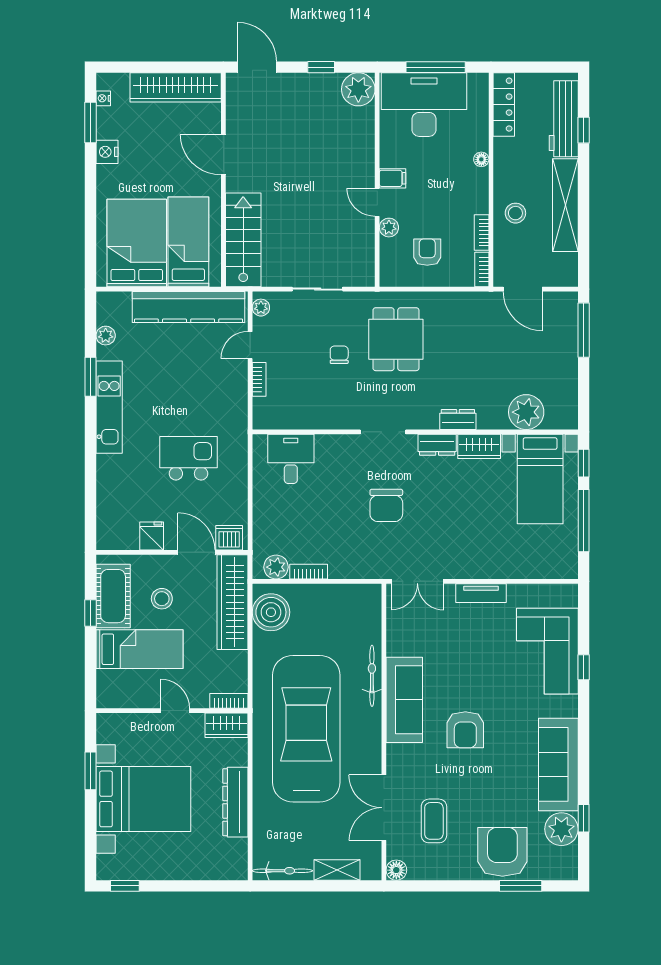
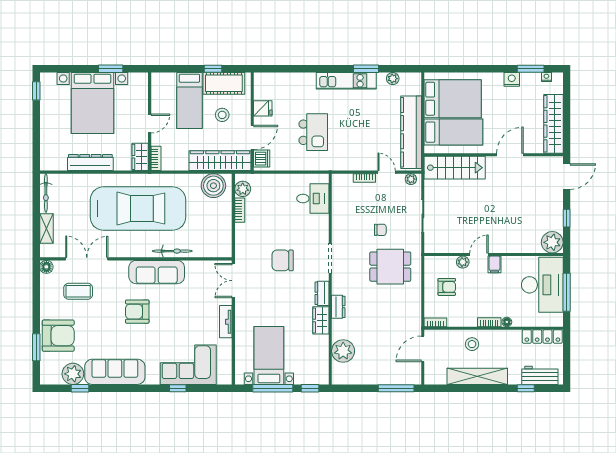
workbench: (564, 119) -> (540, 375), width x0.73
bookcase: (482, 233) -> (489, 322), moved
bed with nightstands: (540, 479) -> (269, 355), moved, turned 90

